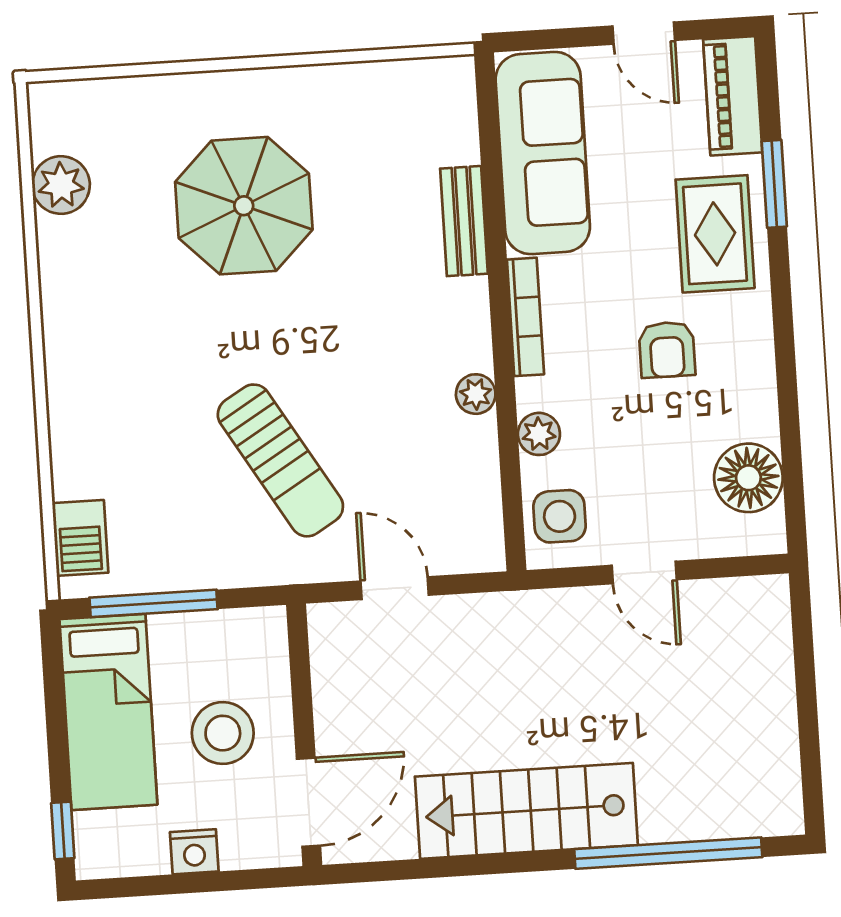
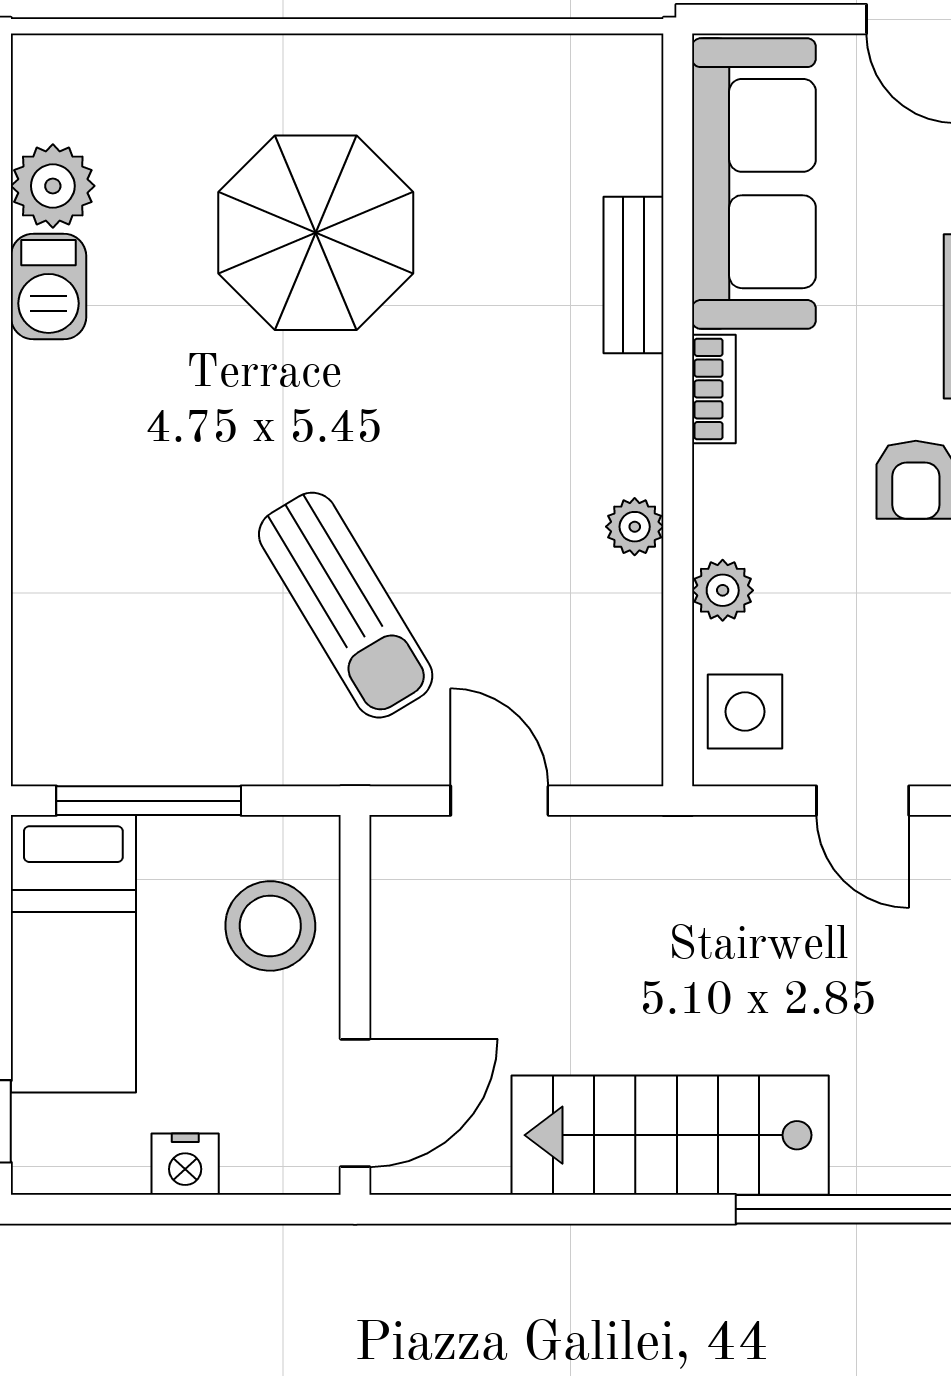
bookcase: (525, 317) -> (714, 389), width x0.64
barbecue: (80, 538) -> (49, 287), moved
stool: (223, 733) -> (270, 926), moved

